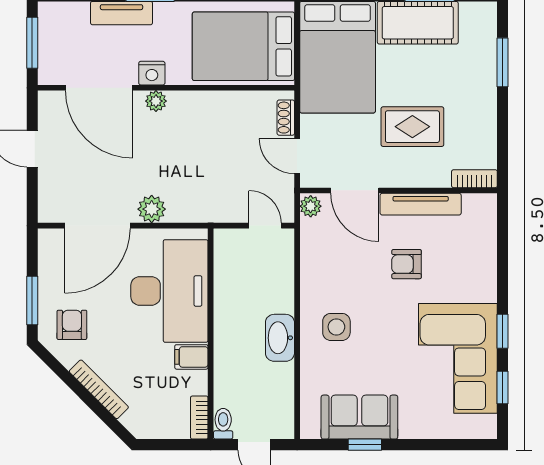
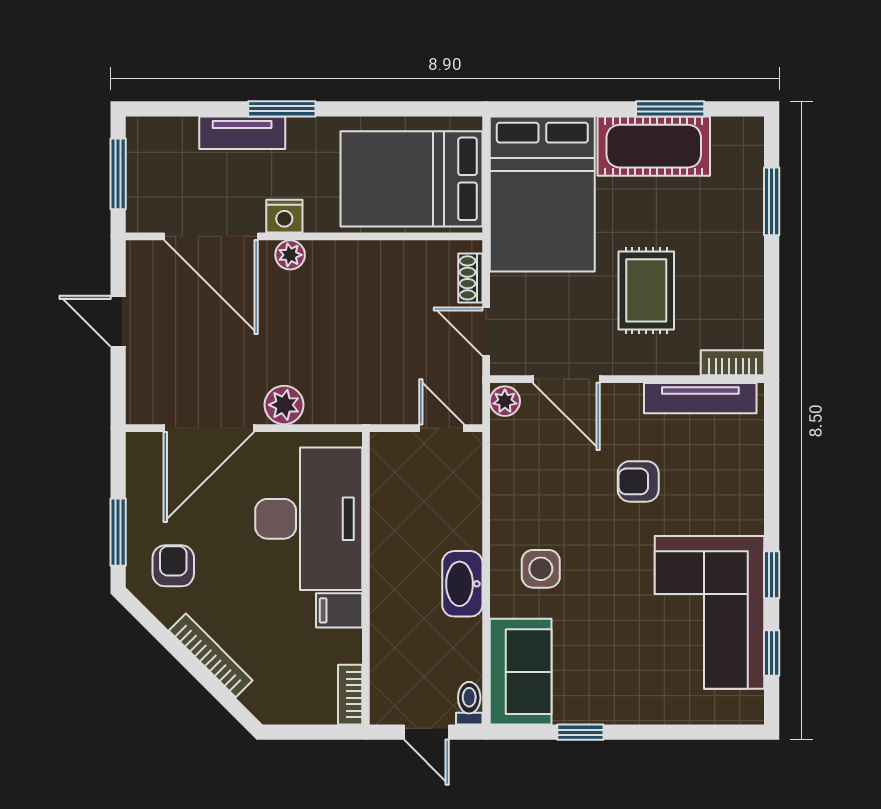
rug: (412, 127) -> (646, 290), turned 90
tv unit: (421, 204) -> (700, 398), moved
sofa: (359, 417) -> (521, 672), moved, turned 90
toilet: (223, 424) -> (469, 703), moved

